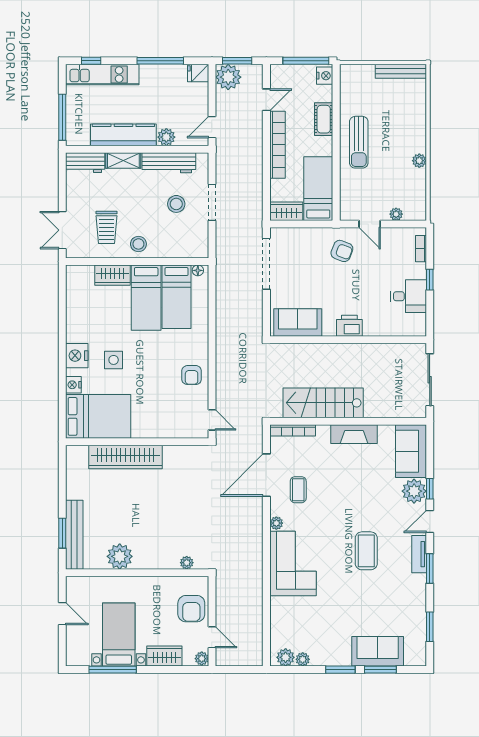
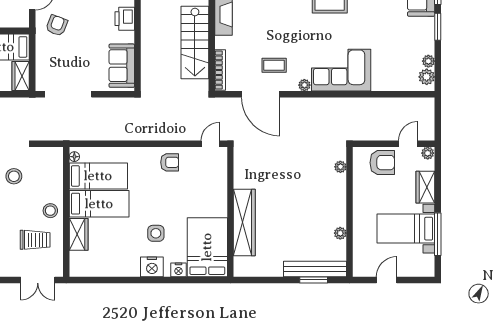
plant: (120, 556) -> (340, 233), width x0.53, depth x0.53

